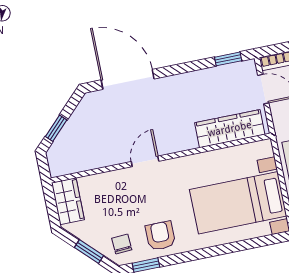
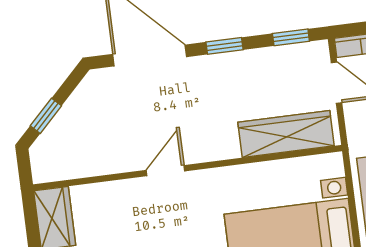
window: (181, 69) -> (225, 46), added

